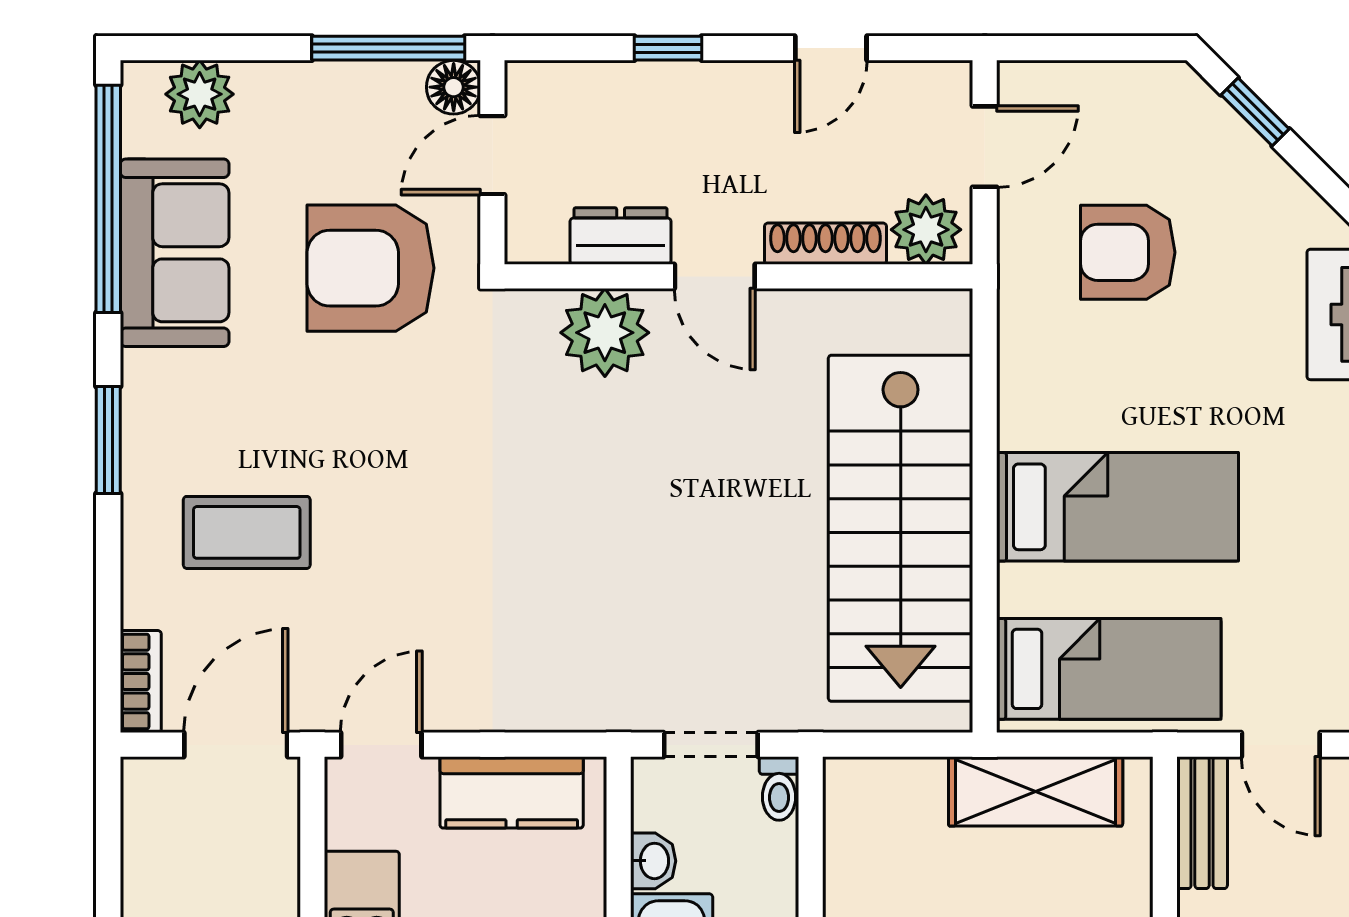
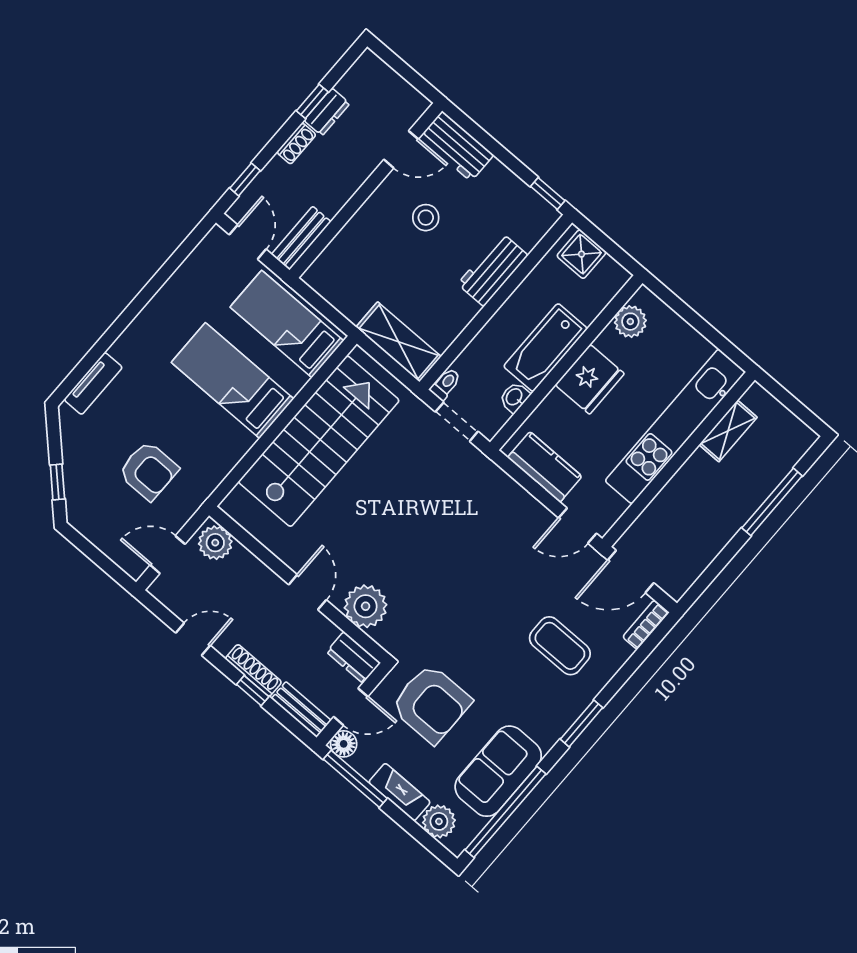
bench: (566, 84) -> (301, 710), added
fireplace: (301, 87) -> (400, 792), added
dresser: (621, 236) -> (353, 657), moved
shoe rack: (825, 244) -> (253, 670), moved, turned 180
shelving: (1036, 791) -> (398, 342), moved

